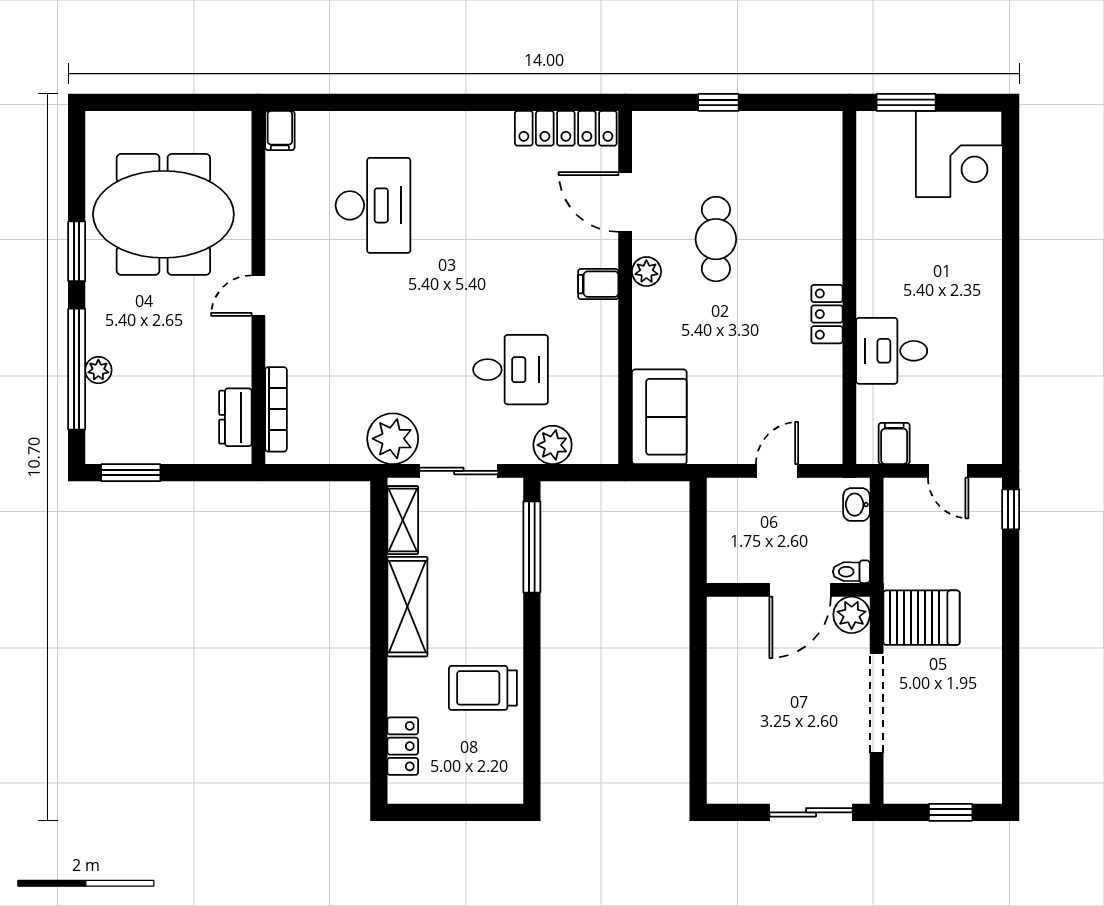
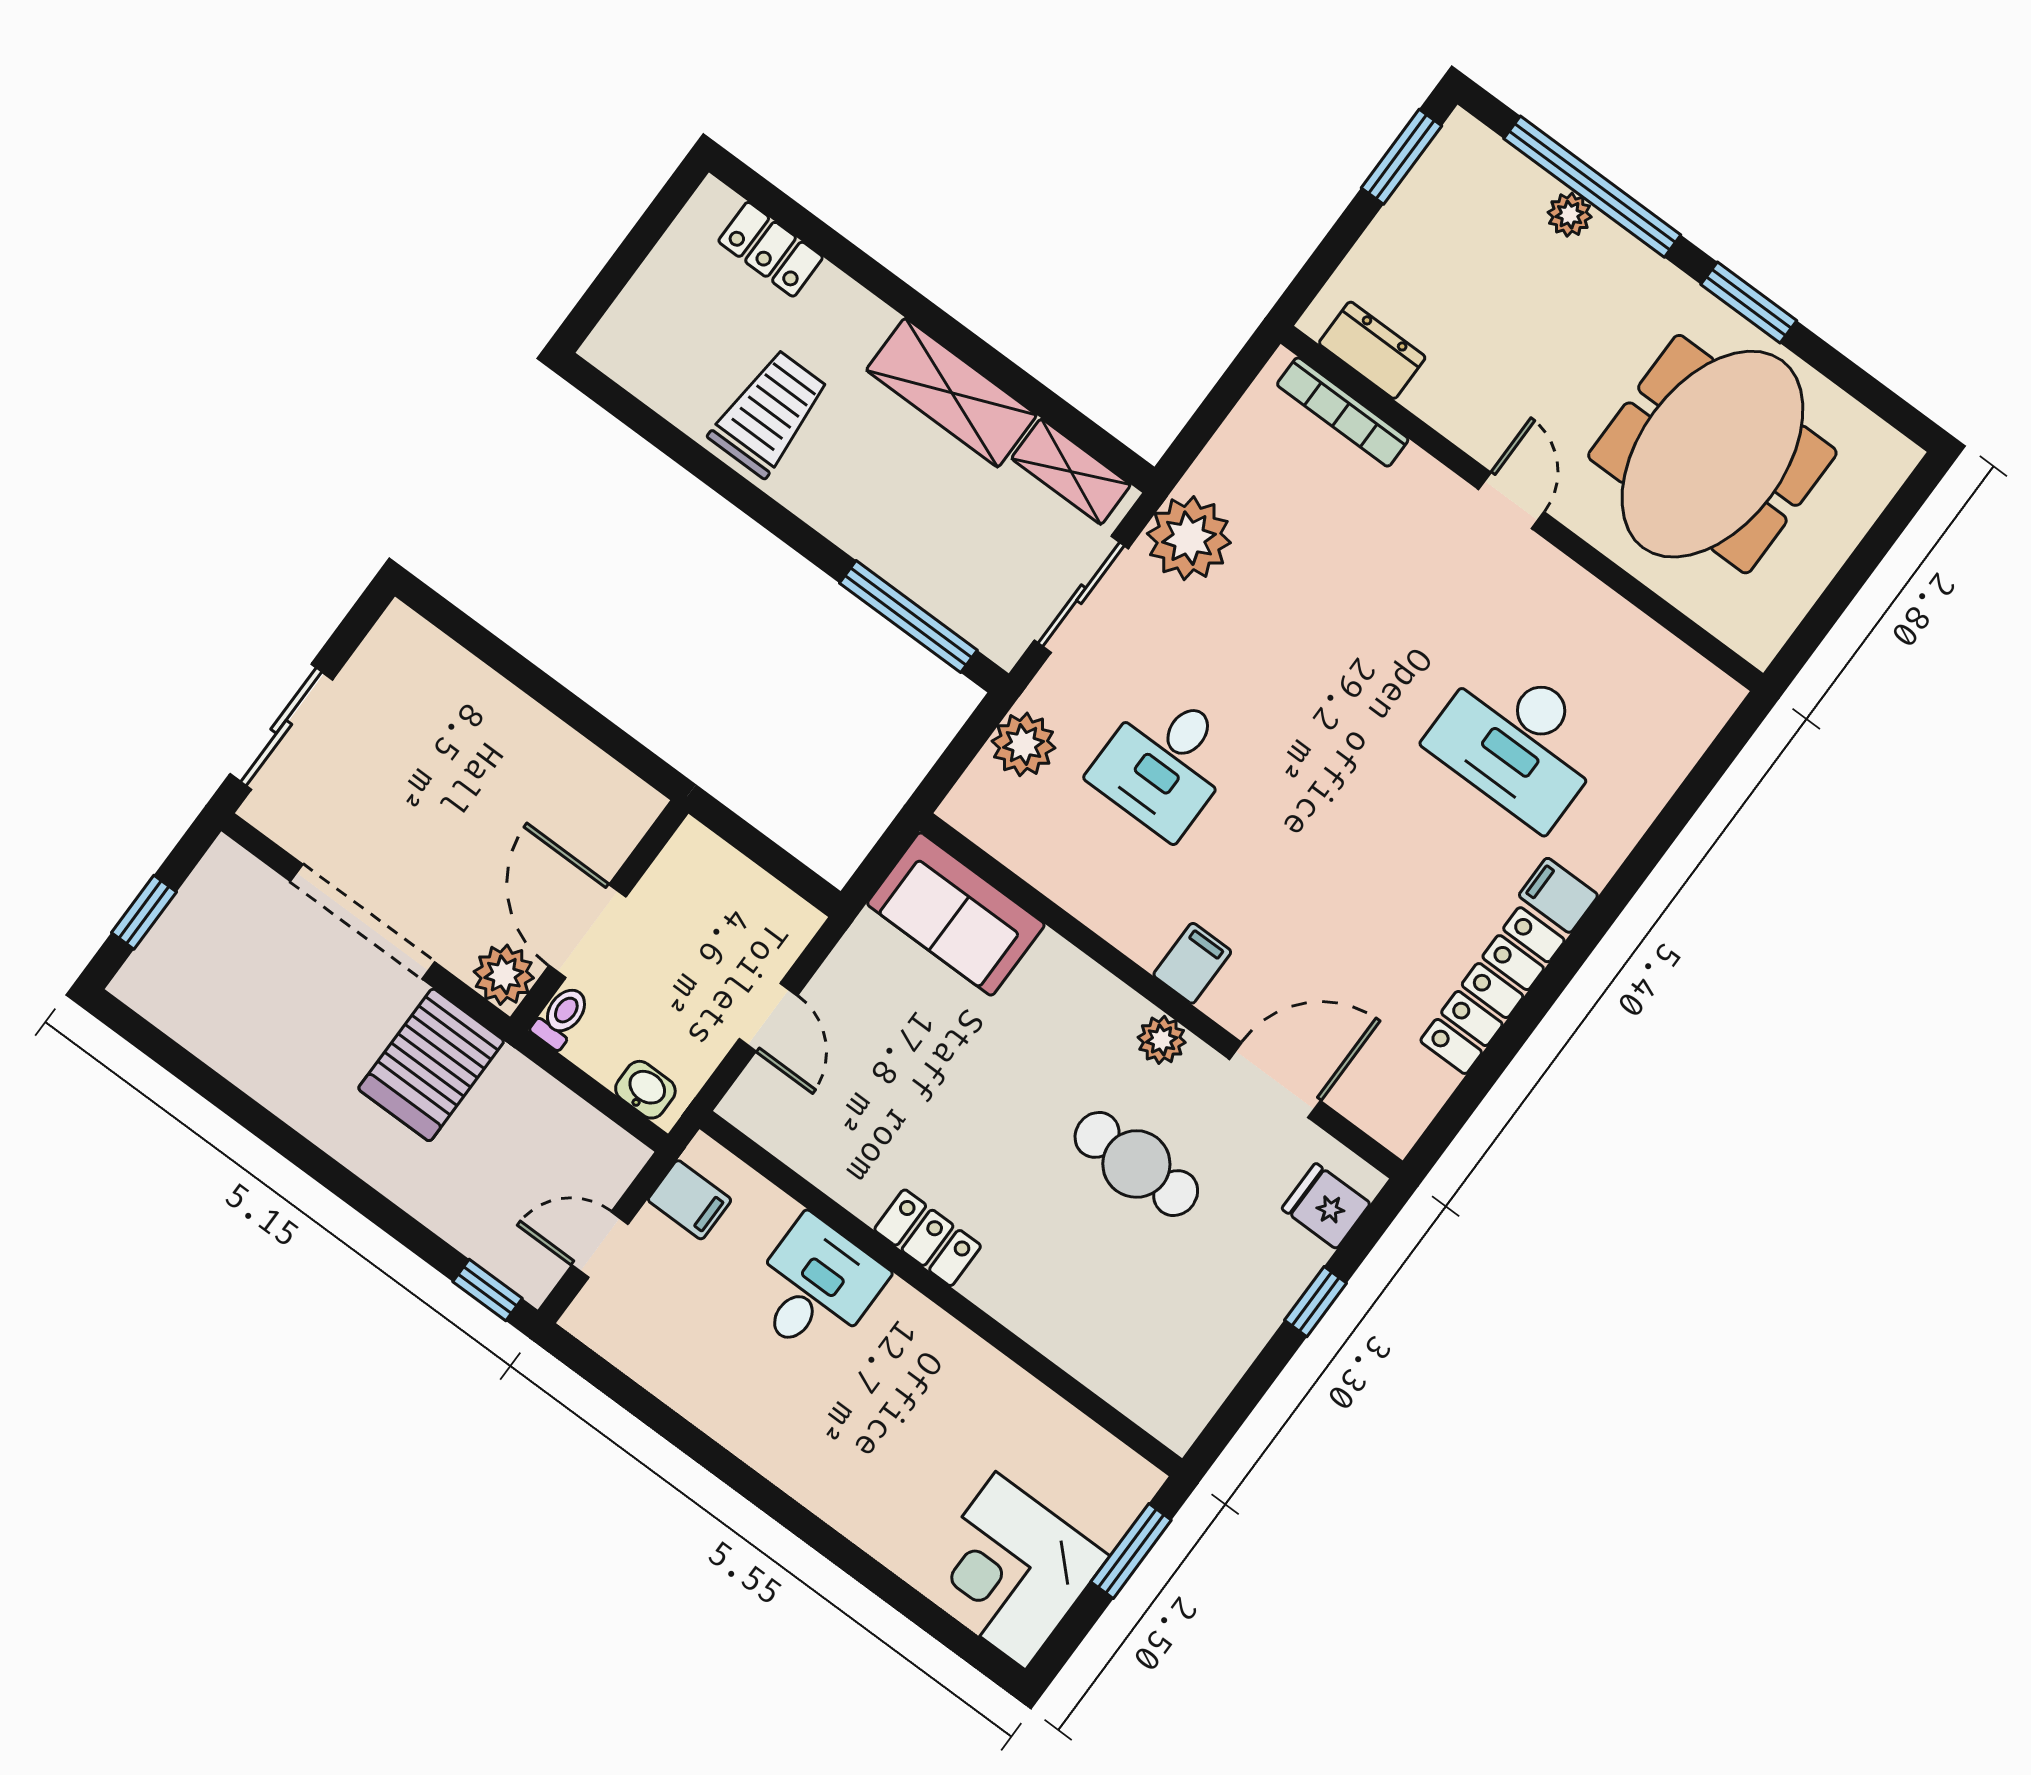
locker: (566, 128) -> (1493, 991), moved
filing cabinet: (280, 131) -> (1558, 895), moved
fridge: (668, 132) -> (1326, 1206), added

